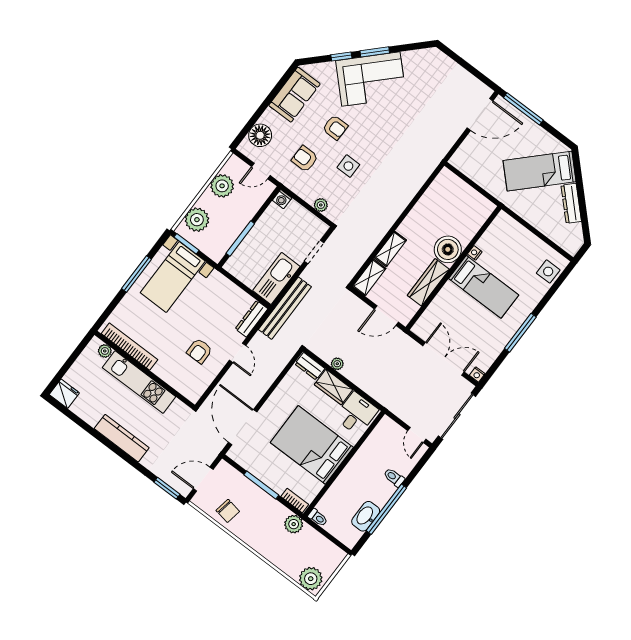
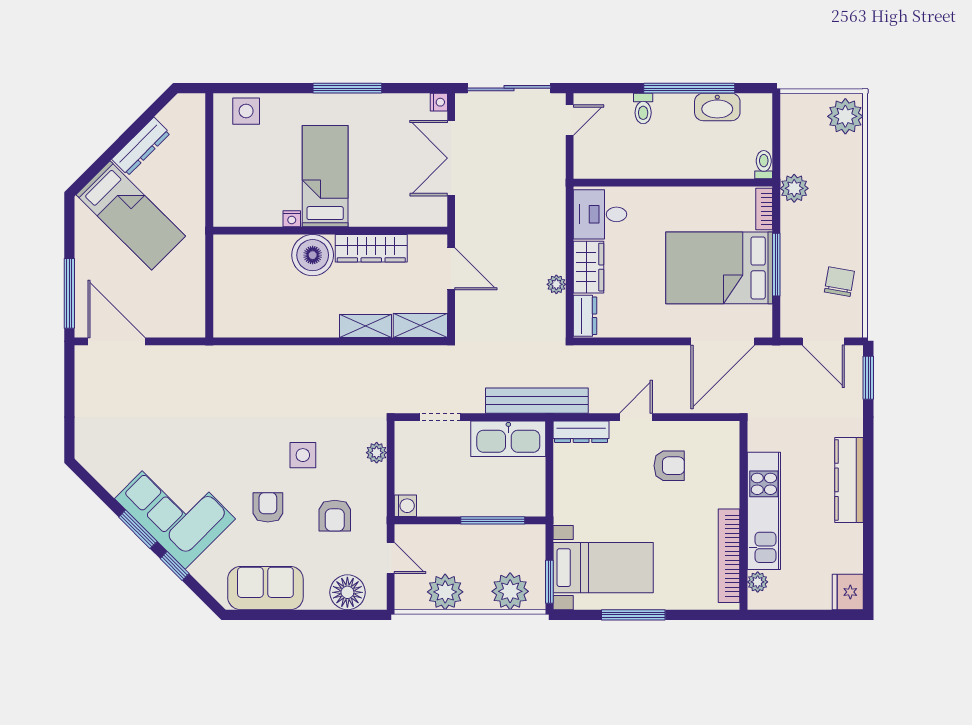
bed: (312, 445) -> (719, 268), moved, turned 90

